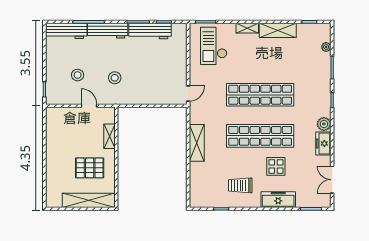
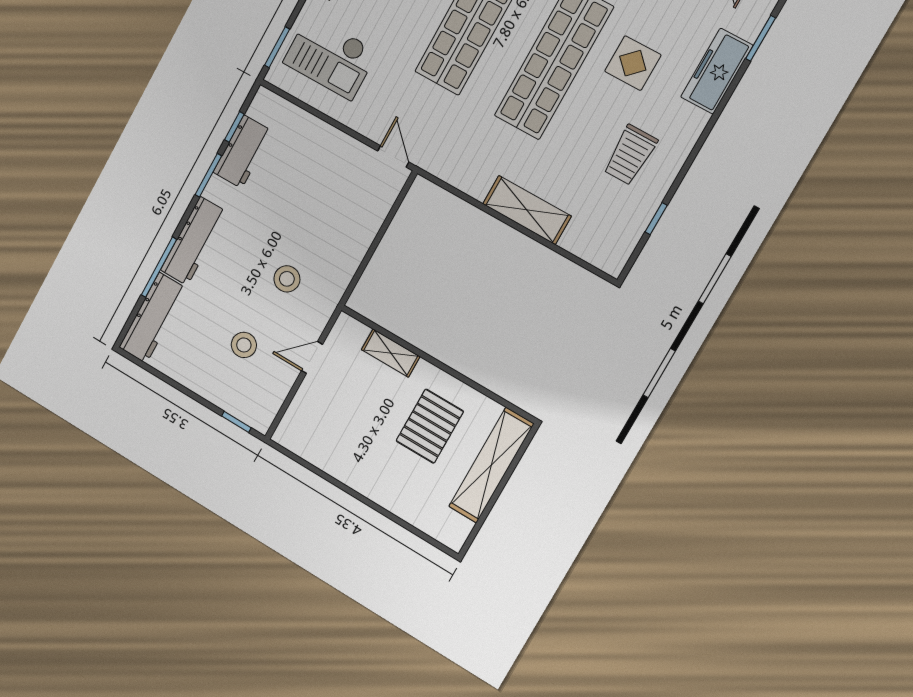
workbench: (150, 31) -> (243, 152), width x0.73
shelving: (197, 143) -> (527, 210), moved
freezer: (278, 200) -> (717, 71), moved

